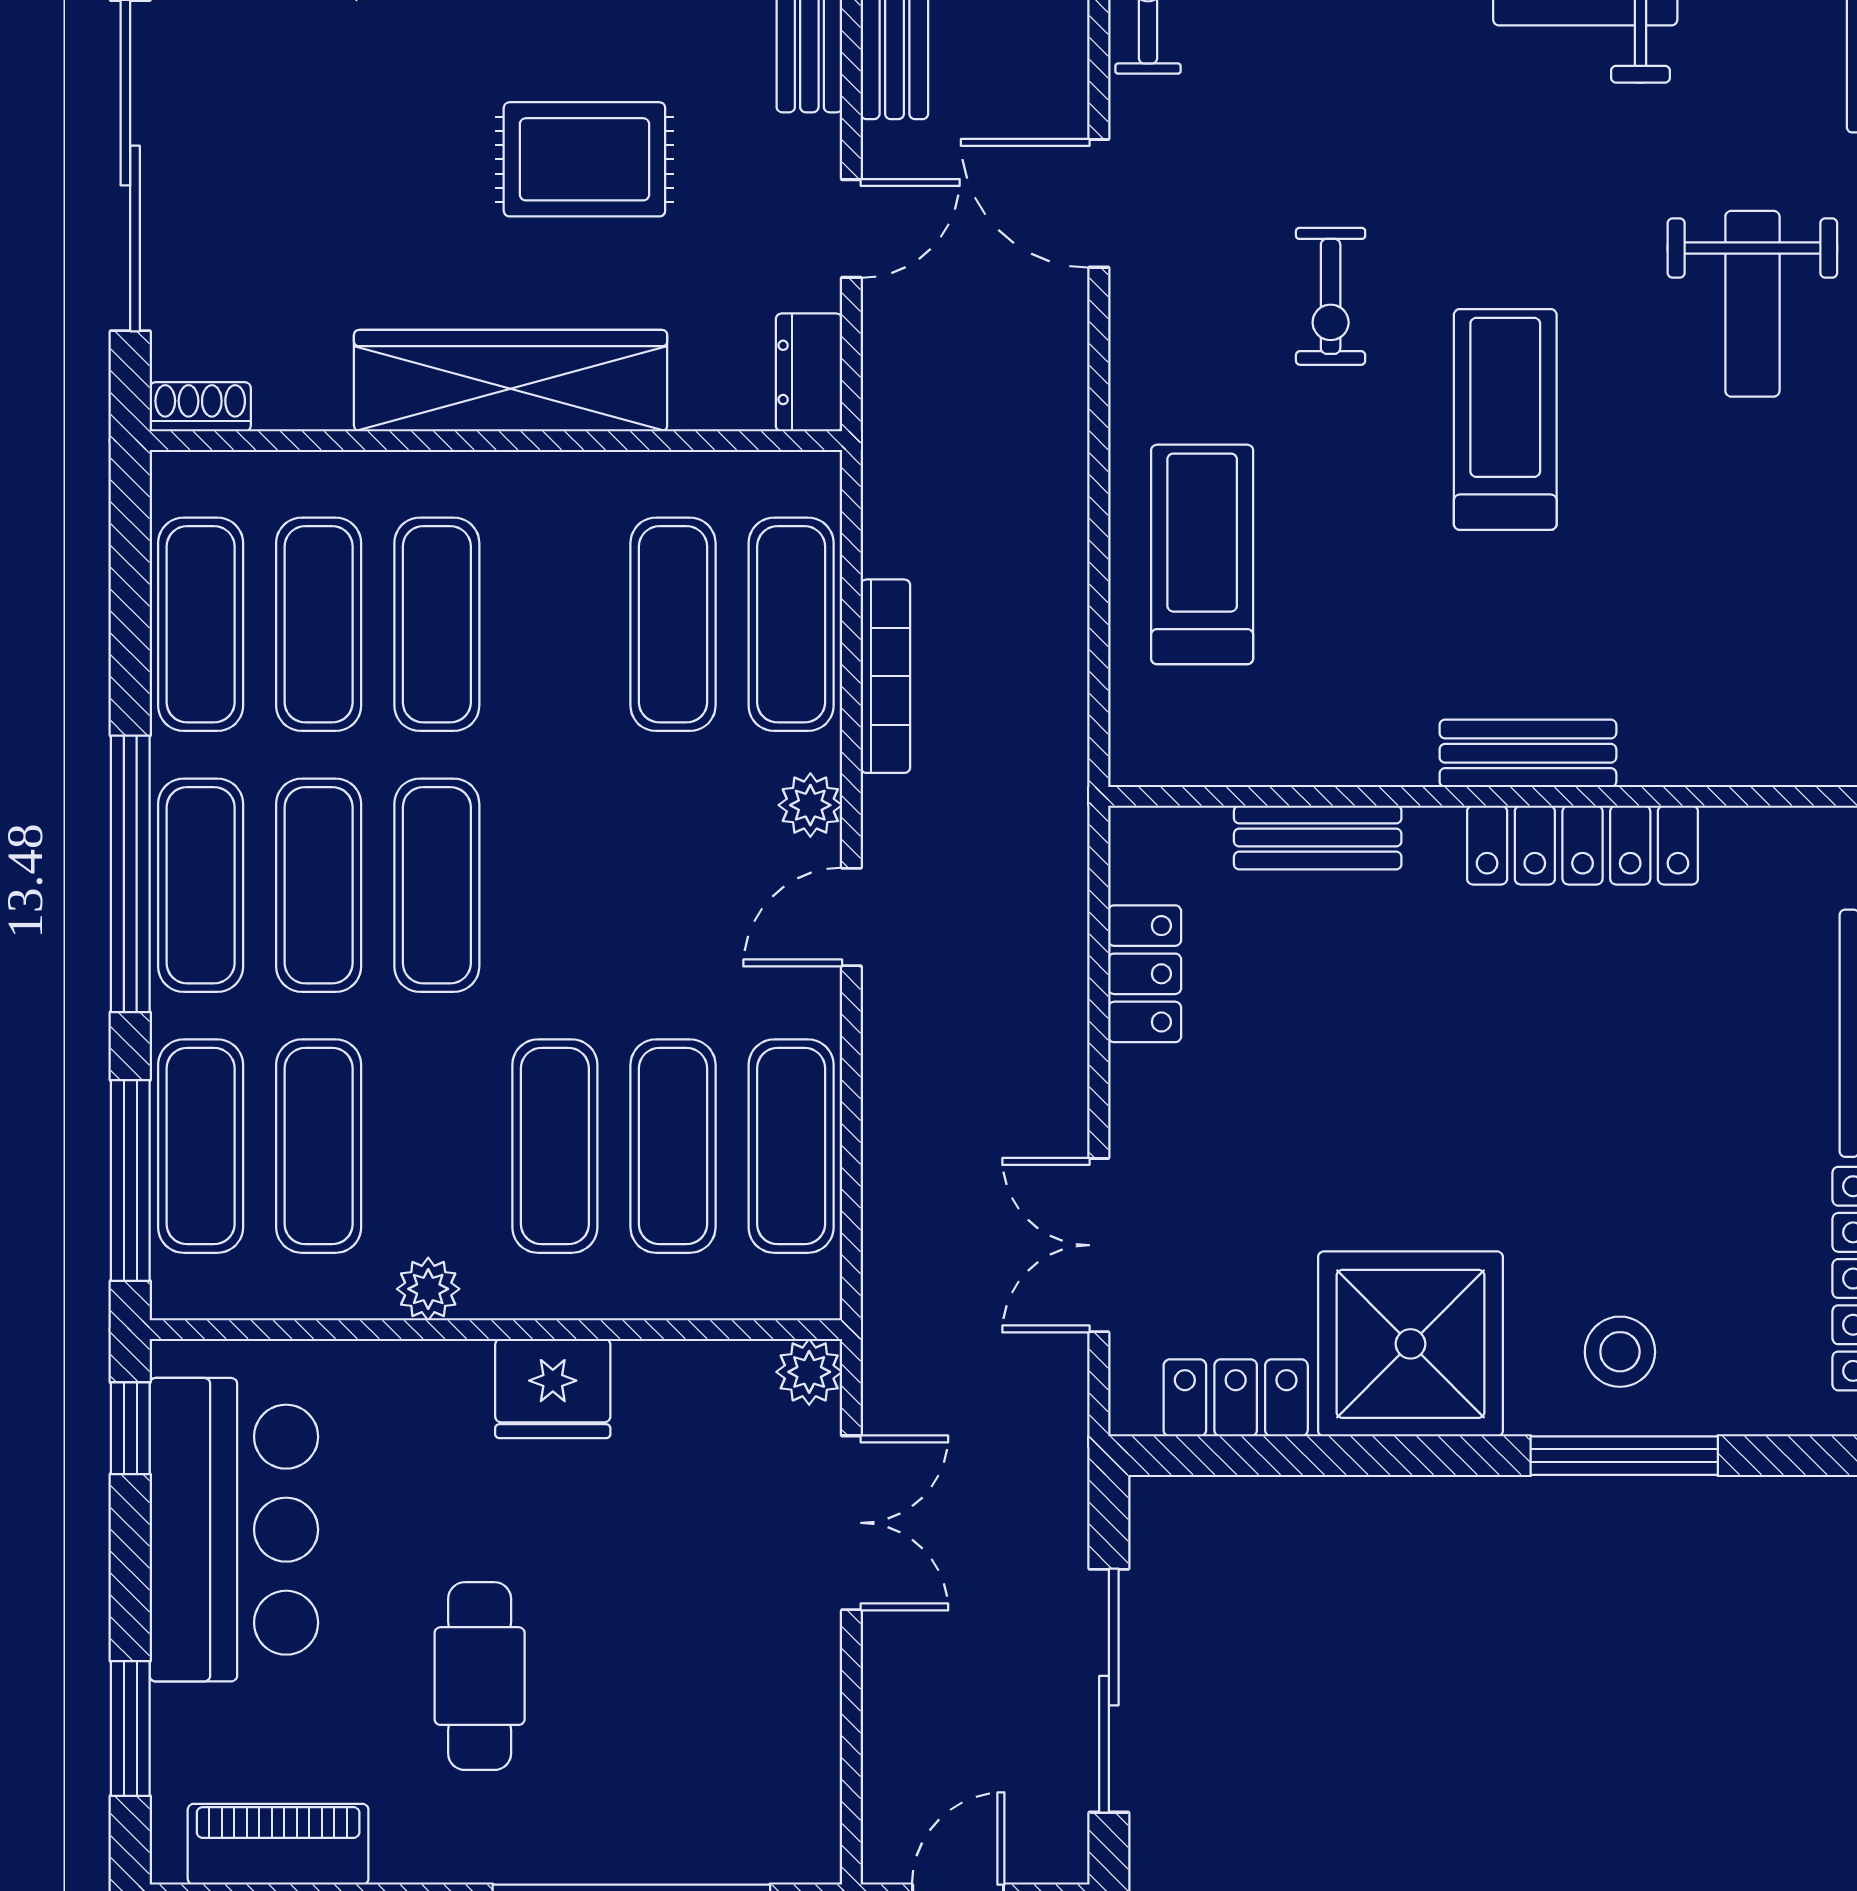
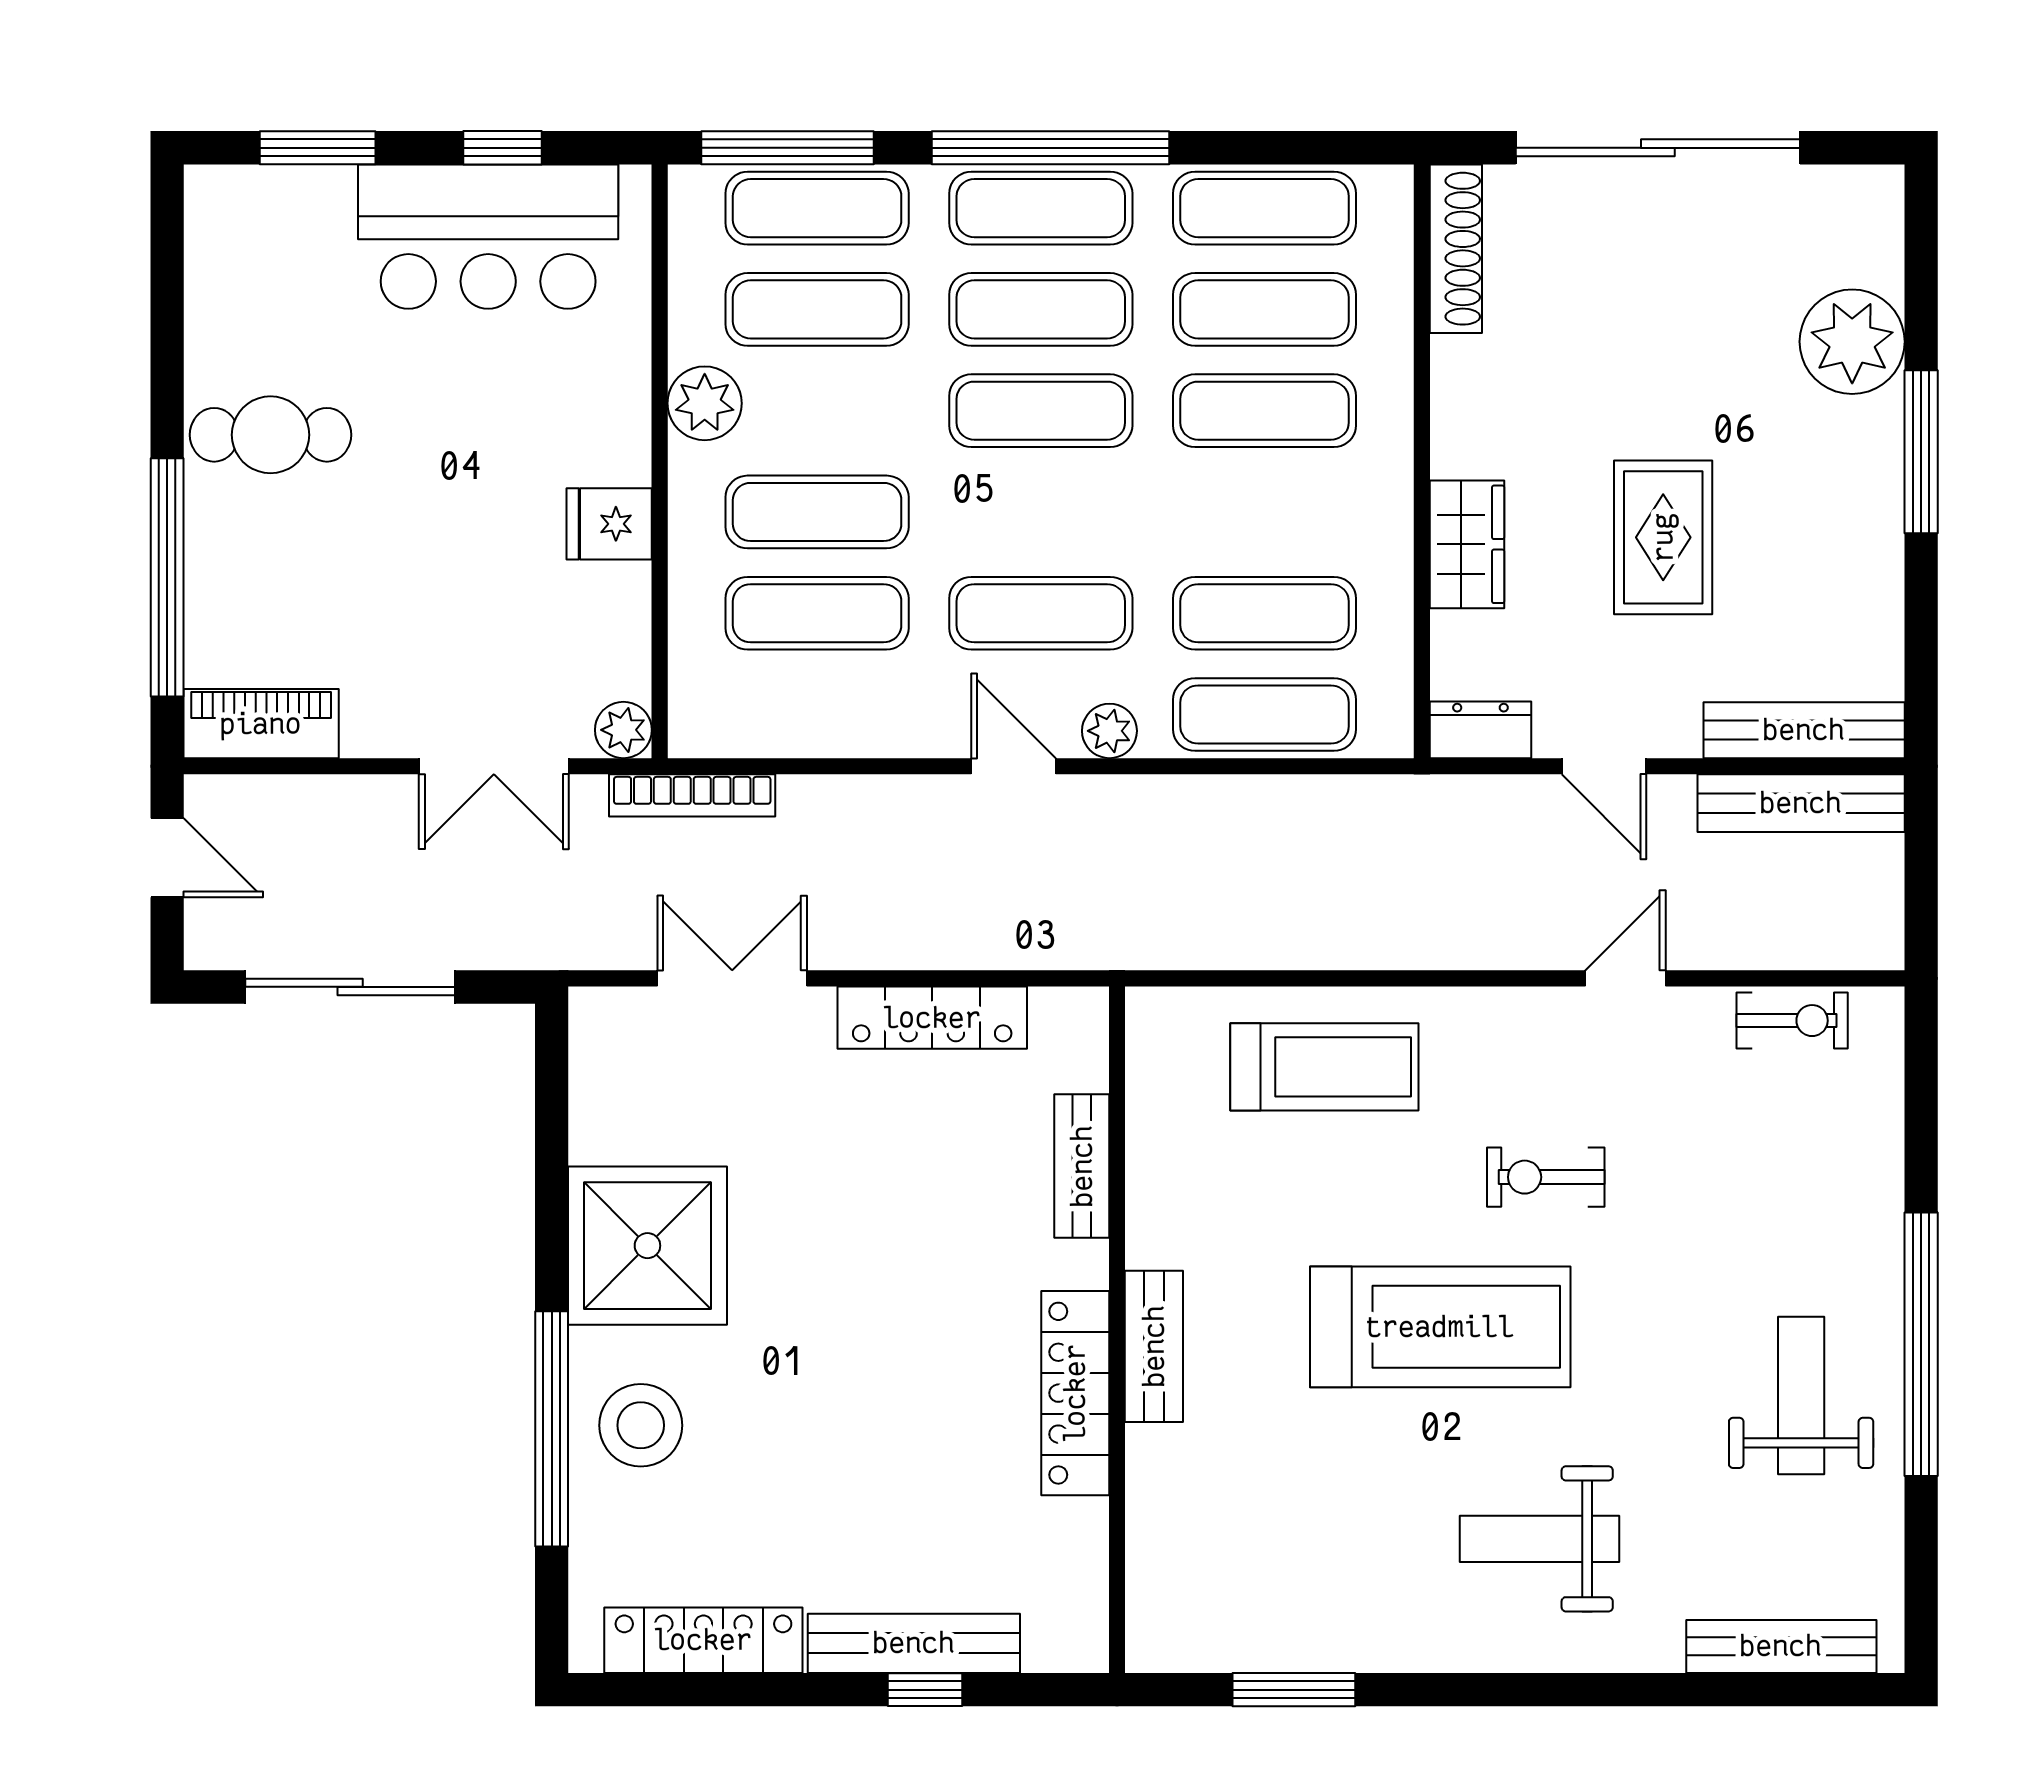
door: (1099, 203) -> (1626, 978), width x0.73
wardrobe: (511, 381) -> (1467, 544), width x0.48, depth x0.85
shoe rack: (200, 407) -> (1456, 249), width x1.94, depth x1.24
treadmill: (1505, 419) -> (1440, 1327), width x1.37, depth x1.38
bookcase: (885, 676) -> (692, 795), moved
locker: (1145, 974) -> (932, 1018), width x1.53
exercise mat: (791, 1146) -> (1041, 613), moved
plant: (428, 1289) -> (705, 403), width x1.38, depth x1.38
stool: (1620, 1352) -> (641, 1425), width x1.38, depth x1.38
fridge: (553, 1389) -> (609, 524), width x0.72
locker: (1236, 1398) -> (601, 1096), removed
window: (130, 1428) -> (503, 148), moved
window: (1624, 1456) -> (552, 1429), width x1.46
cafe table: (480, 1676) -> (270, 435), moved
piano: (278, 1844) -> (261, 724), moved, turned -90

